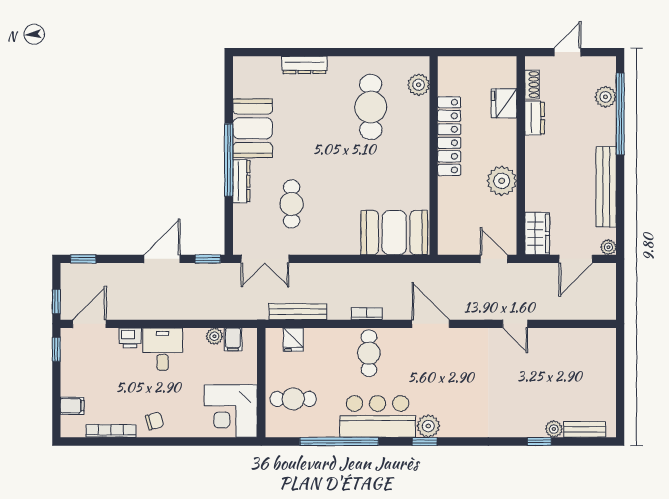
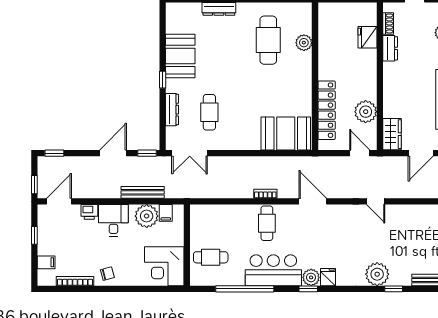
plant: (419, 85) -> (304, 43), moved
locker: (449, 136) -> (327, 110), moved
window: (229, 160) -> (163, 80), width x0.32
dresser: (241, 181) -> (172, 110), moved
plant: (502, 181) -> (366, 112), moved
bench: (298, 312) -> (143, 192), moved
plant: (214, 336) -> (147, 216), width x1.87, depth x1.87
fridge: (293, 340) -> (328, 277), moved, turned 180
window: (56, 349) -> (34, 235), moved
plant: (554, 429) -> (377, 274), moved, width x1.87, depth x1.87

